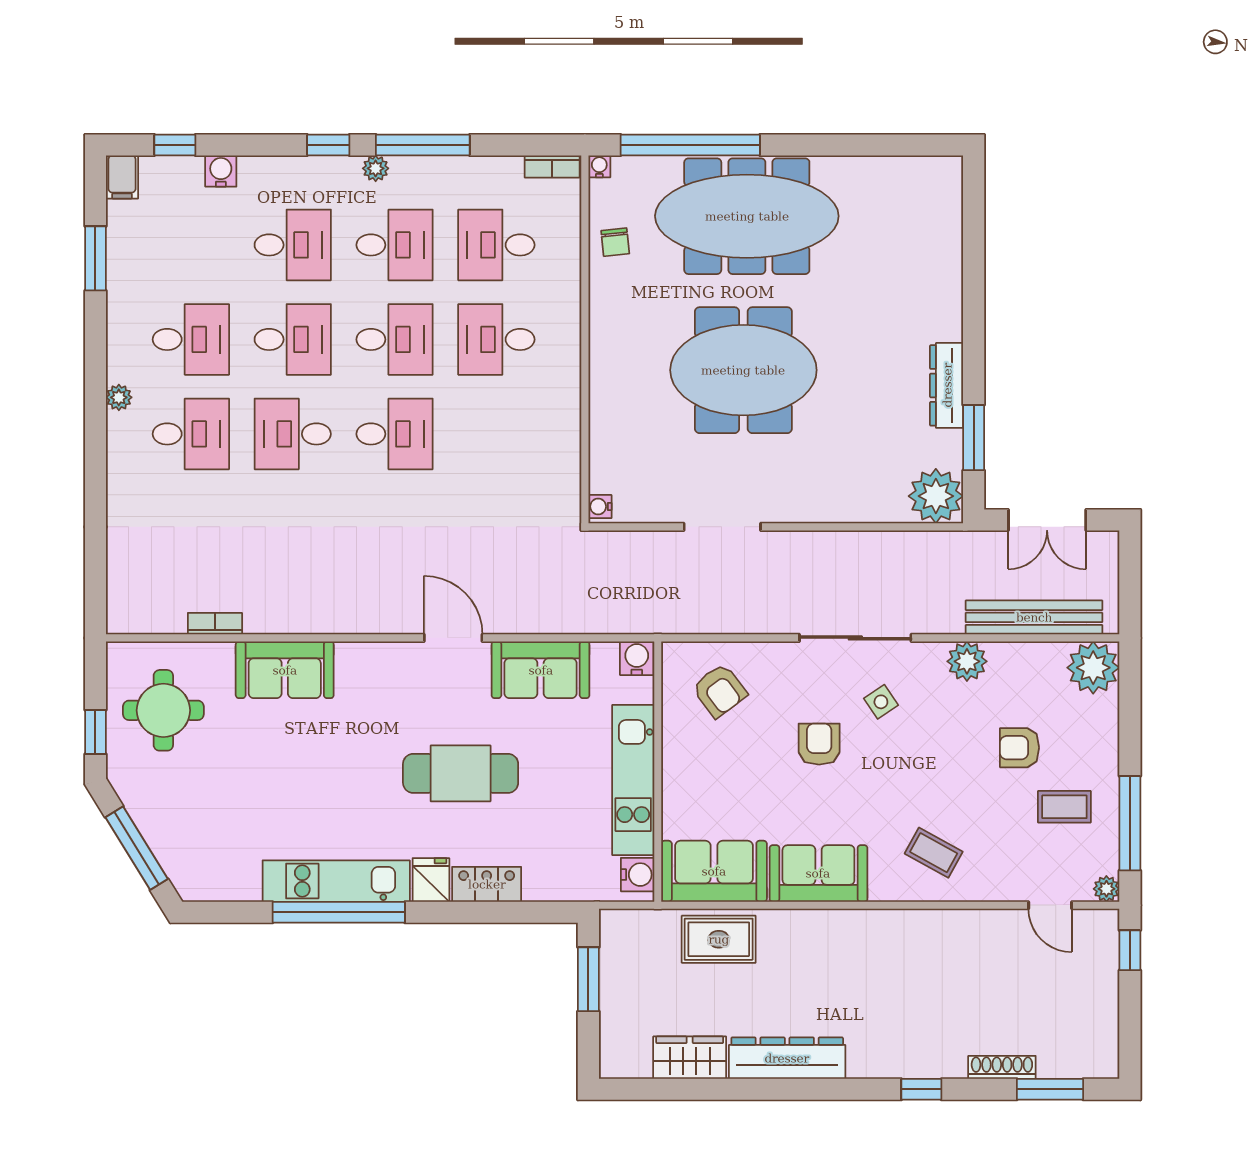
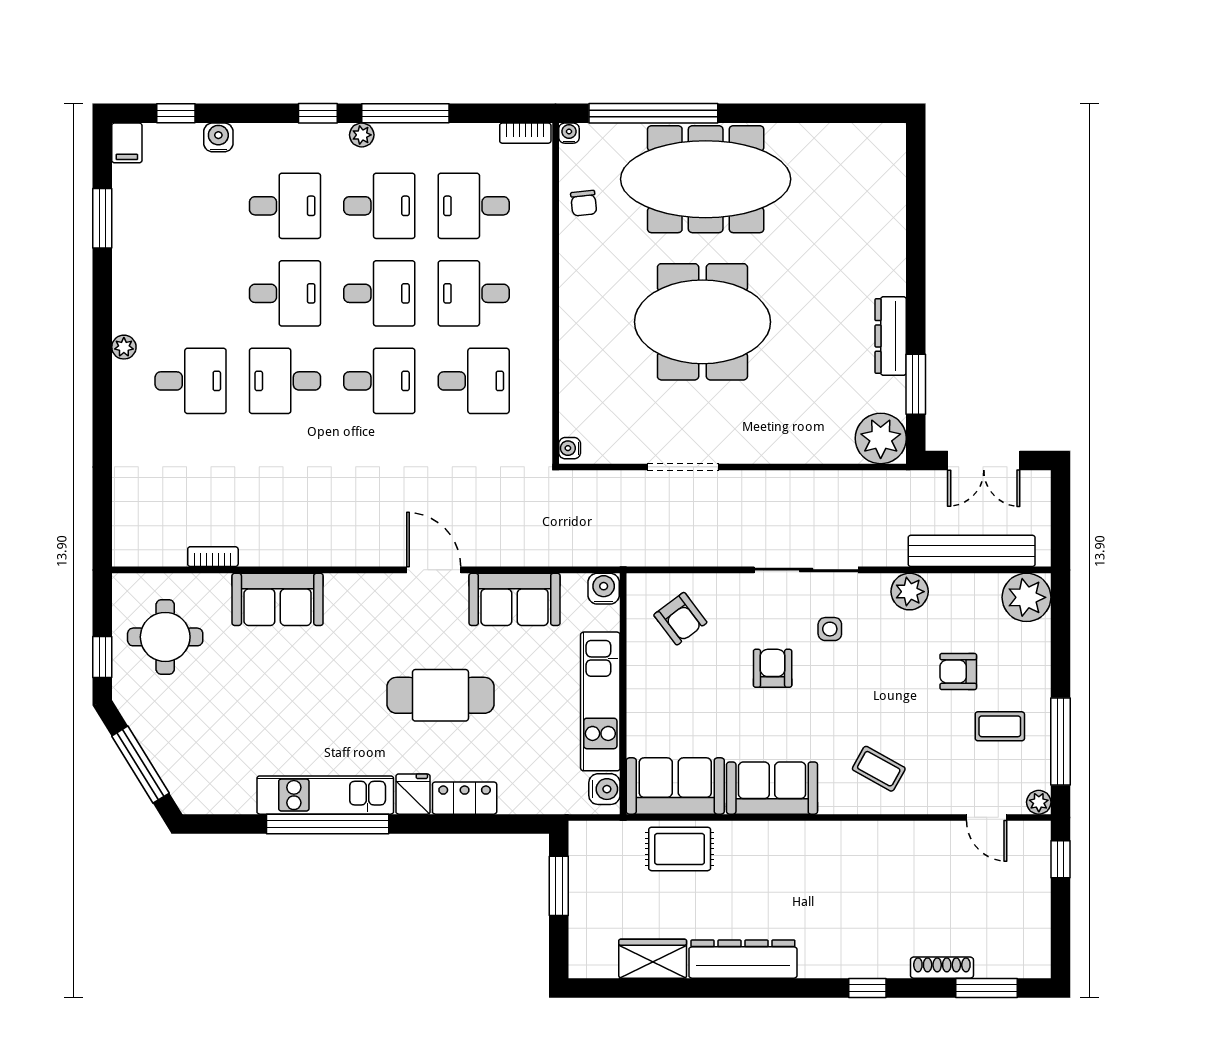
desk: (191, 339) -> (474, 381), moved
side table: (881, 702) -> (830, 629), turned 34

